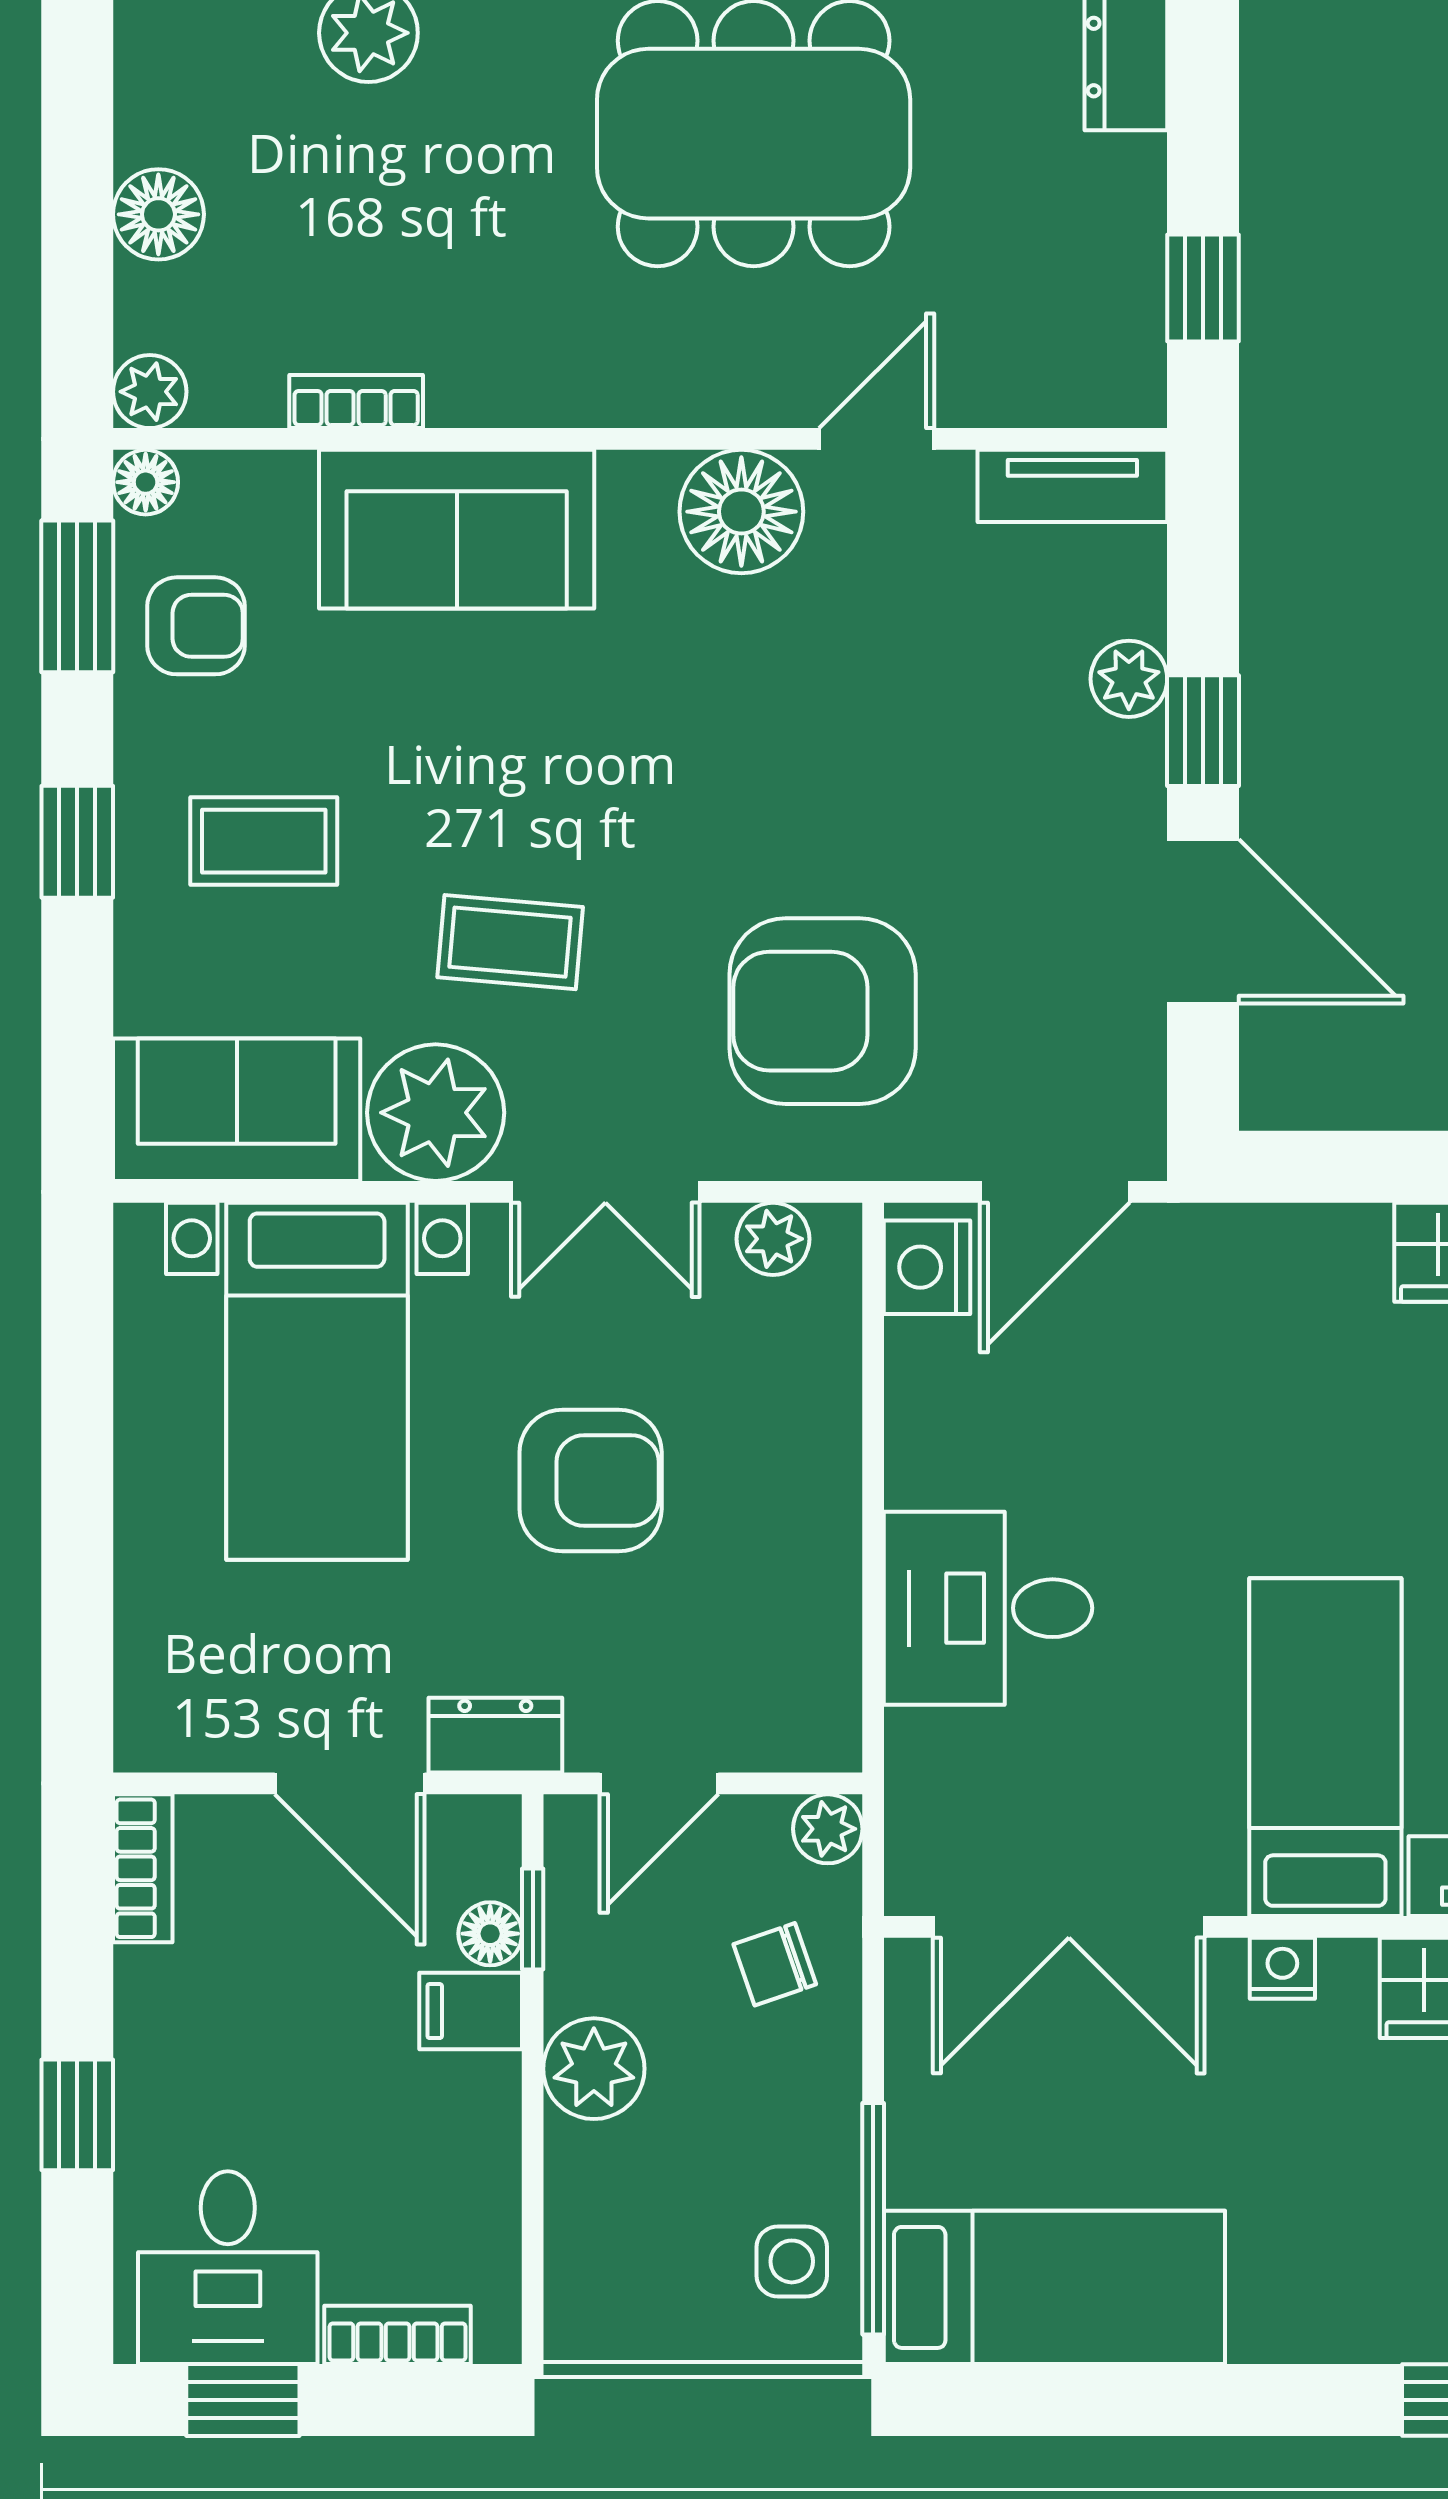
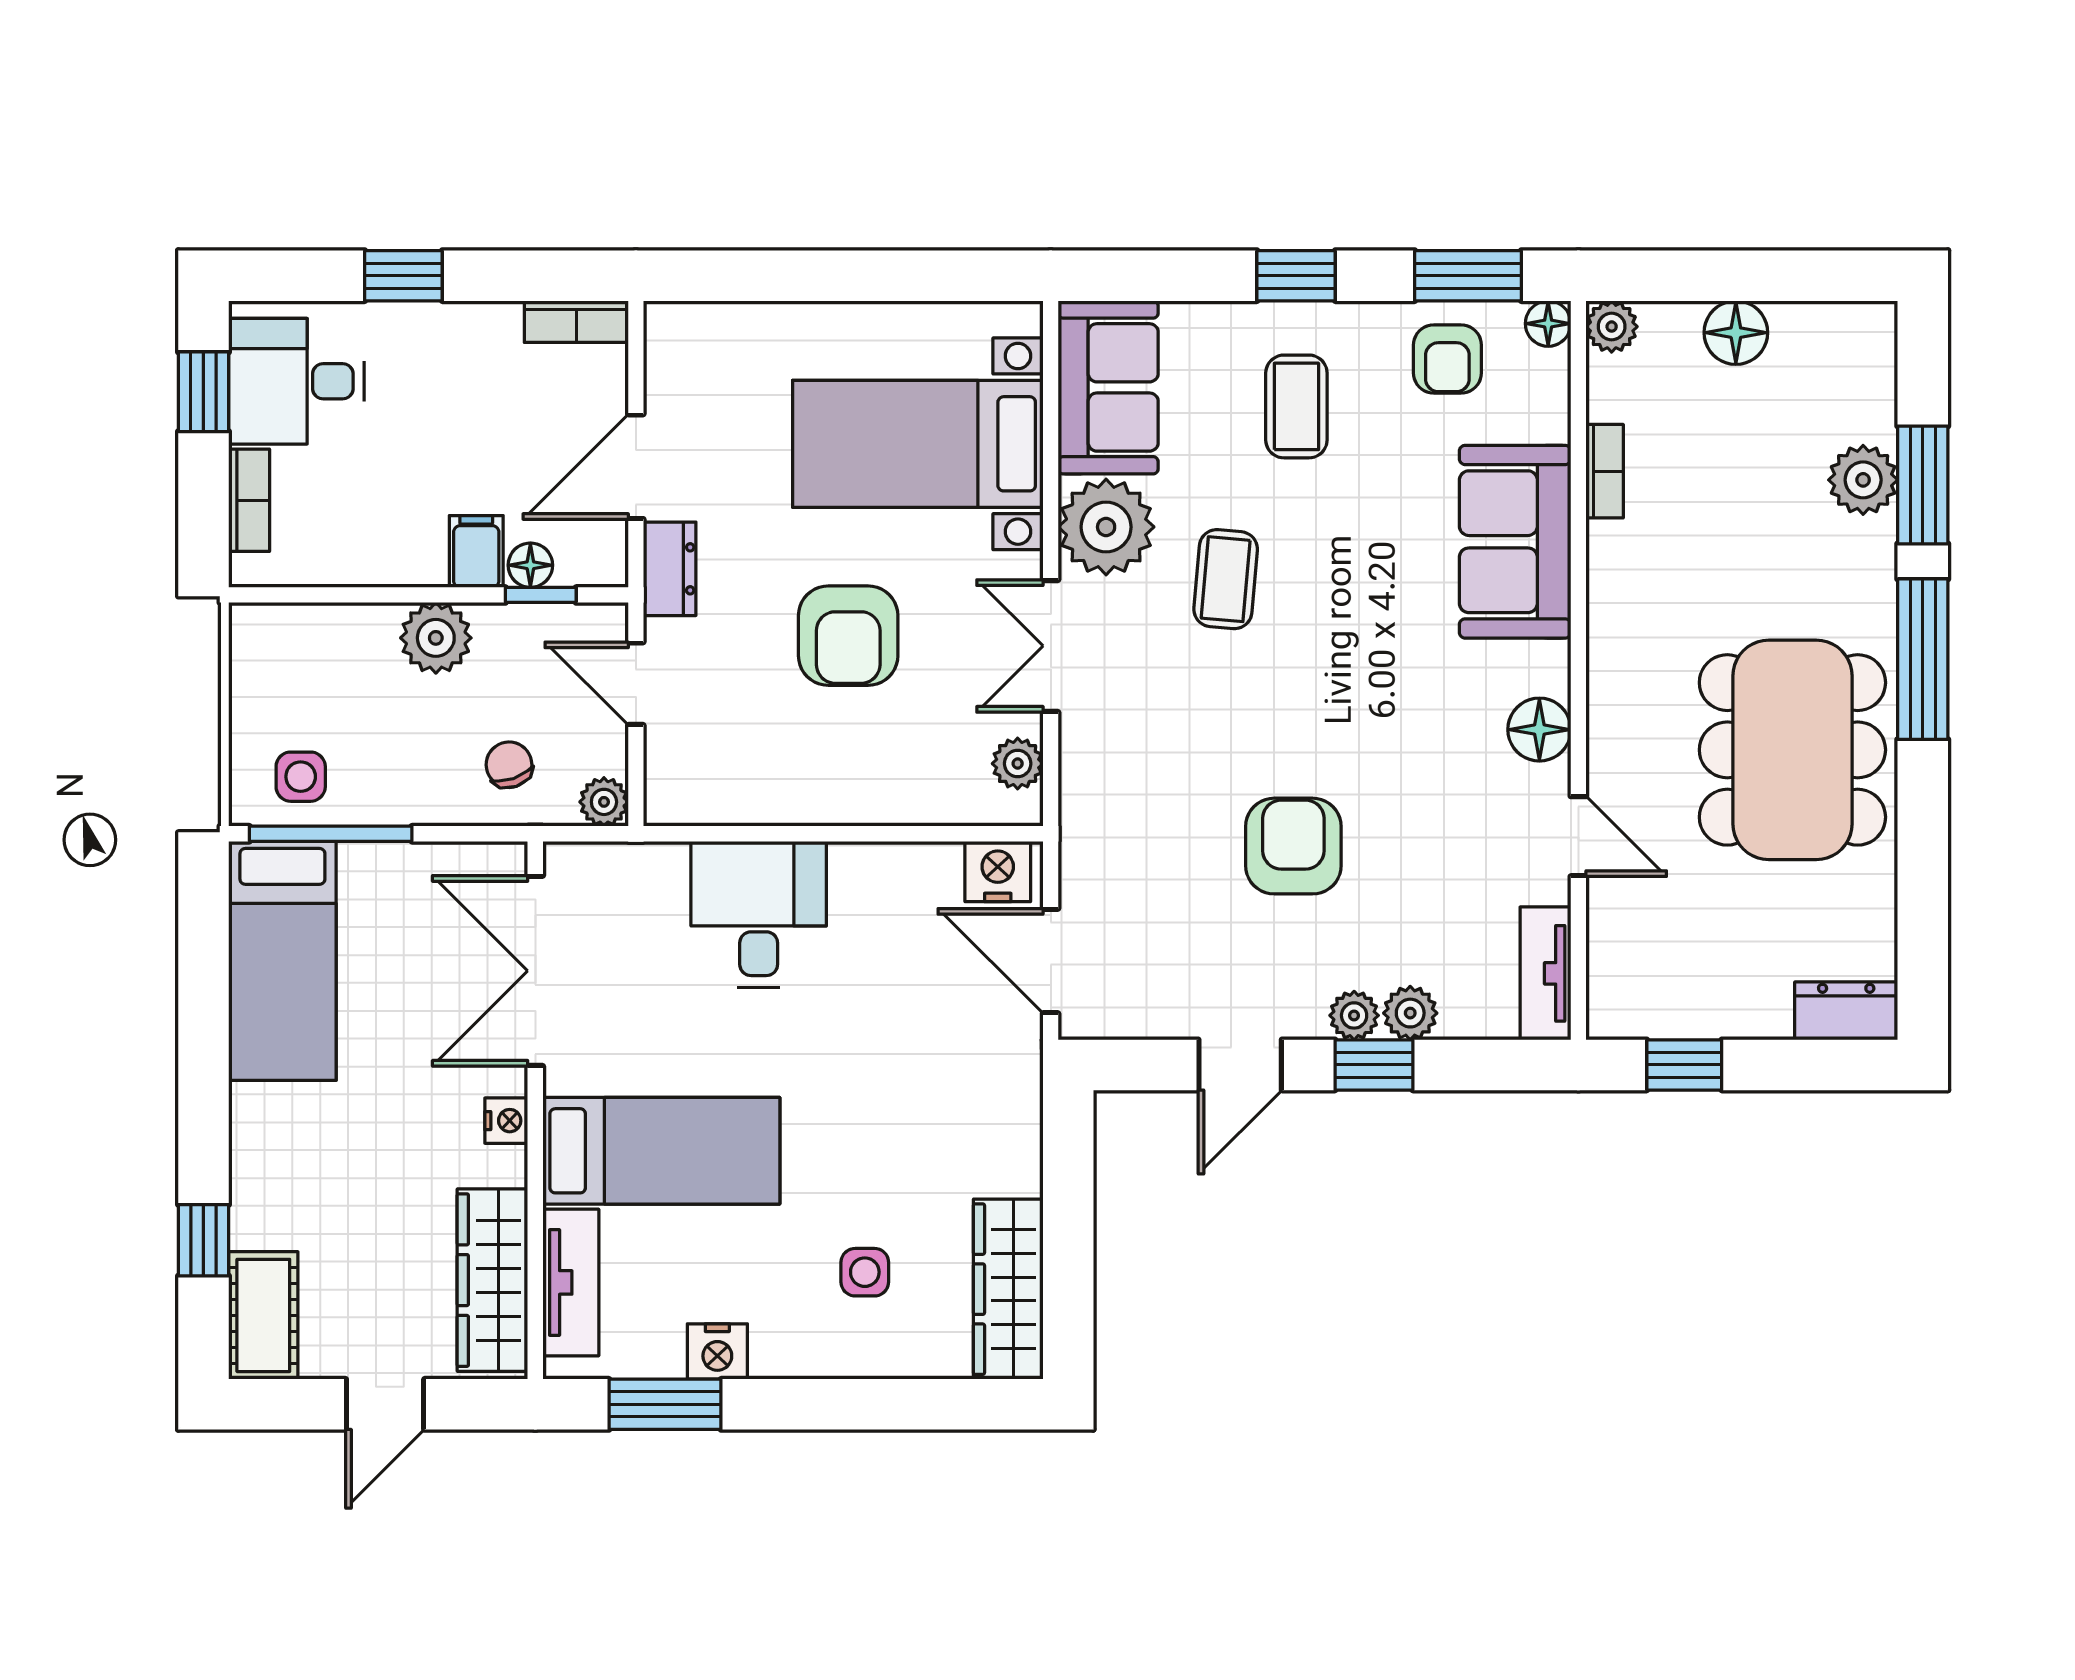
floor lamp: (741, 512) -> (1539, 730), width x0.73, depth x0.73
plant: (1132, 759) -> (1354, 1015), added
door: (1203, 921) -> (1240, 1065), width x0.73
armchair: (823, 1011) -> (1293, 846), moved, width x0.73, depth x0.73

